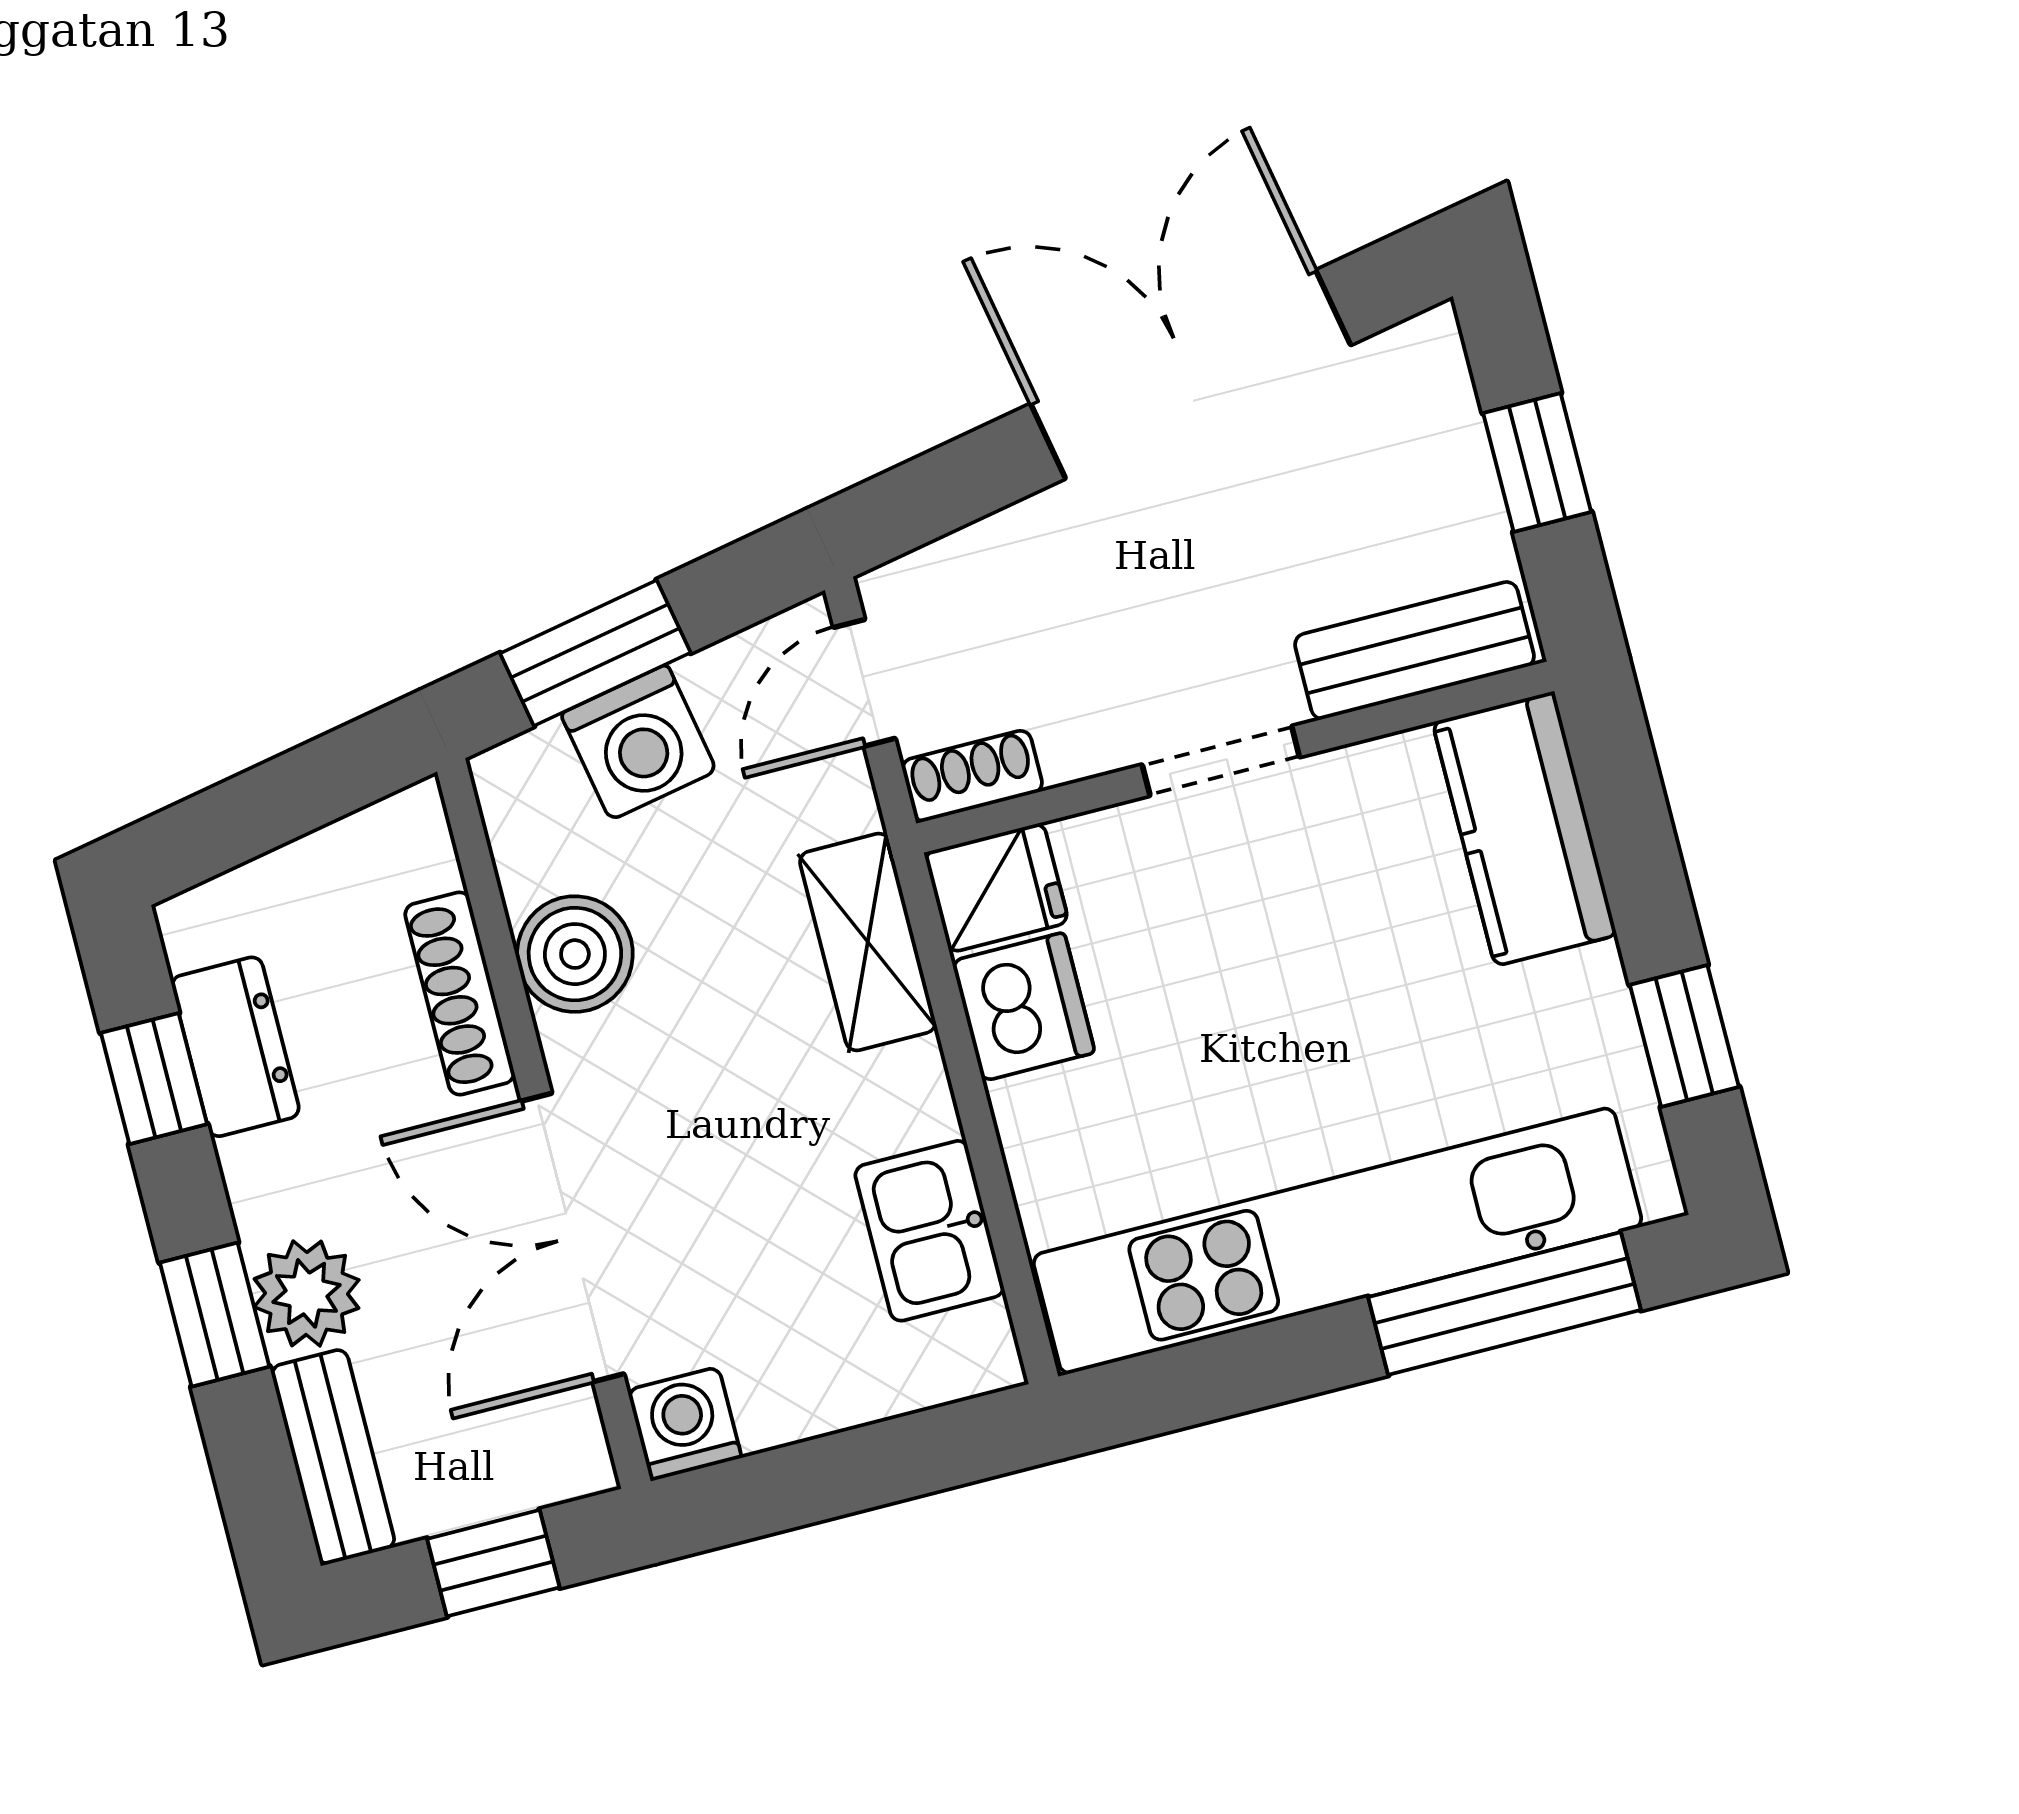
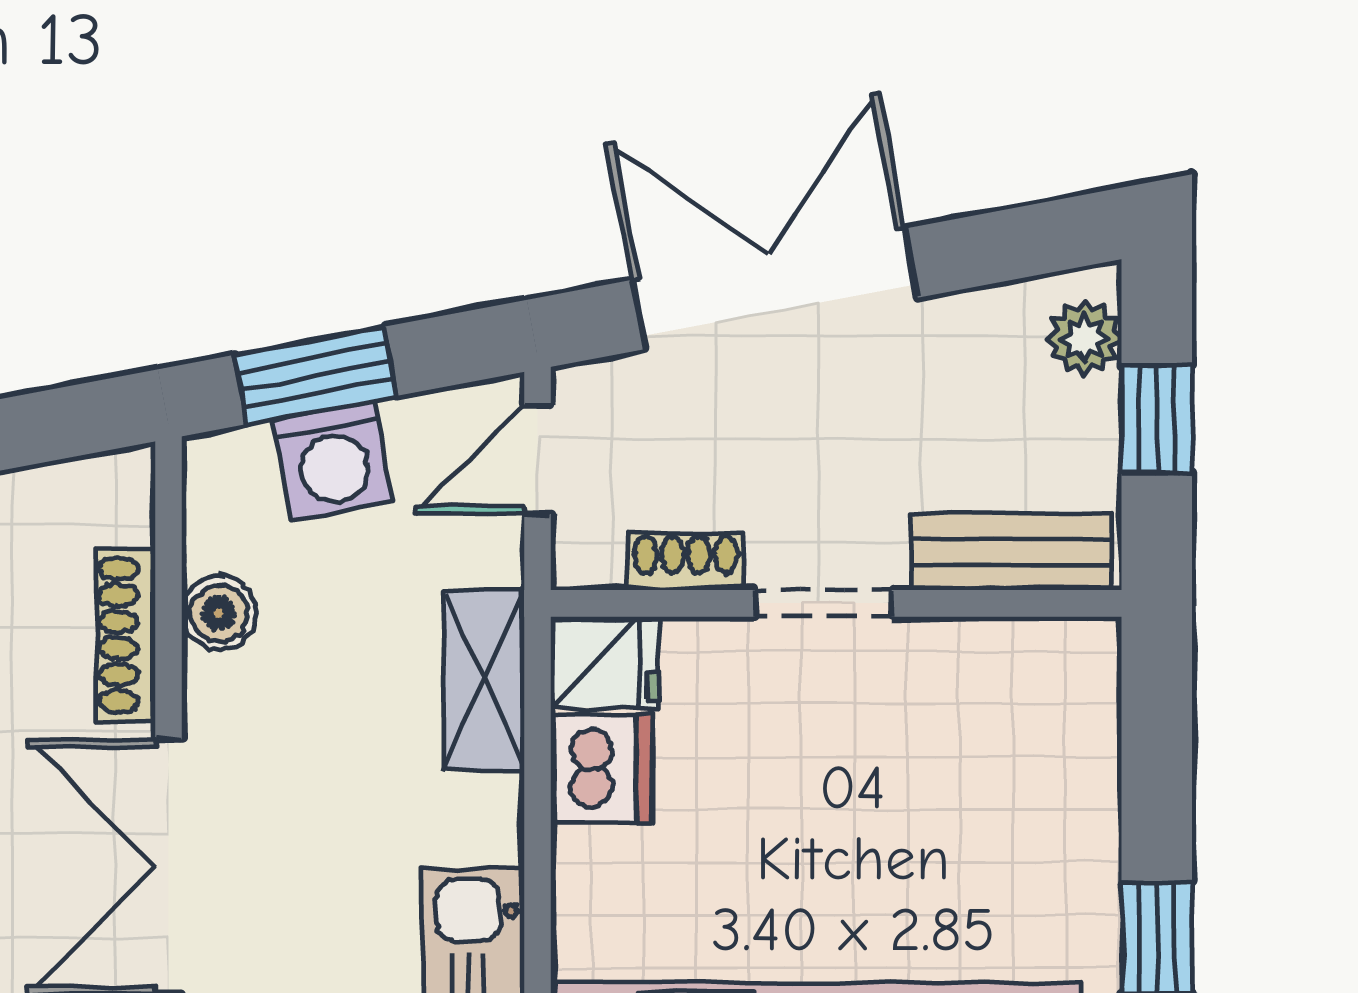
double door: (1191, 374) -> (775, 289), moved
plant: (1434, 394) -> (1084, 338), added
shoe rack: (972, 776) -> (685, 562), moved
kitchen counter: (1525, 829) -> (1066, 727), removed
boiler: (575, 954) -> (219, 613), width x0.73, depth x0.73

